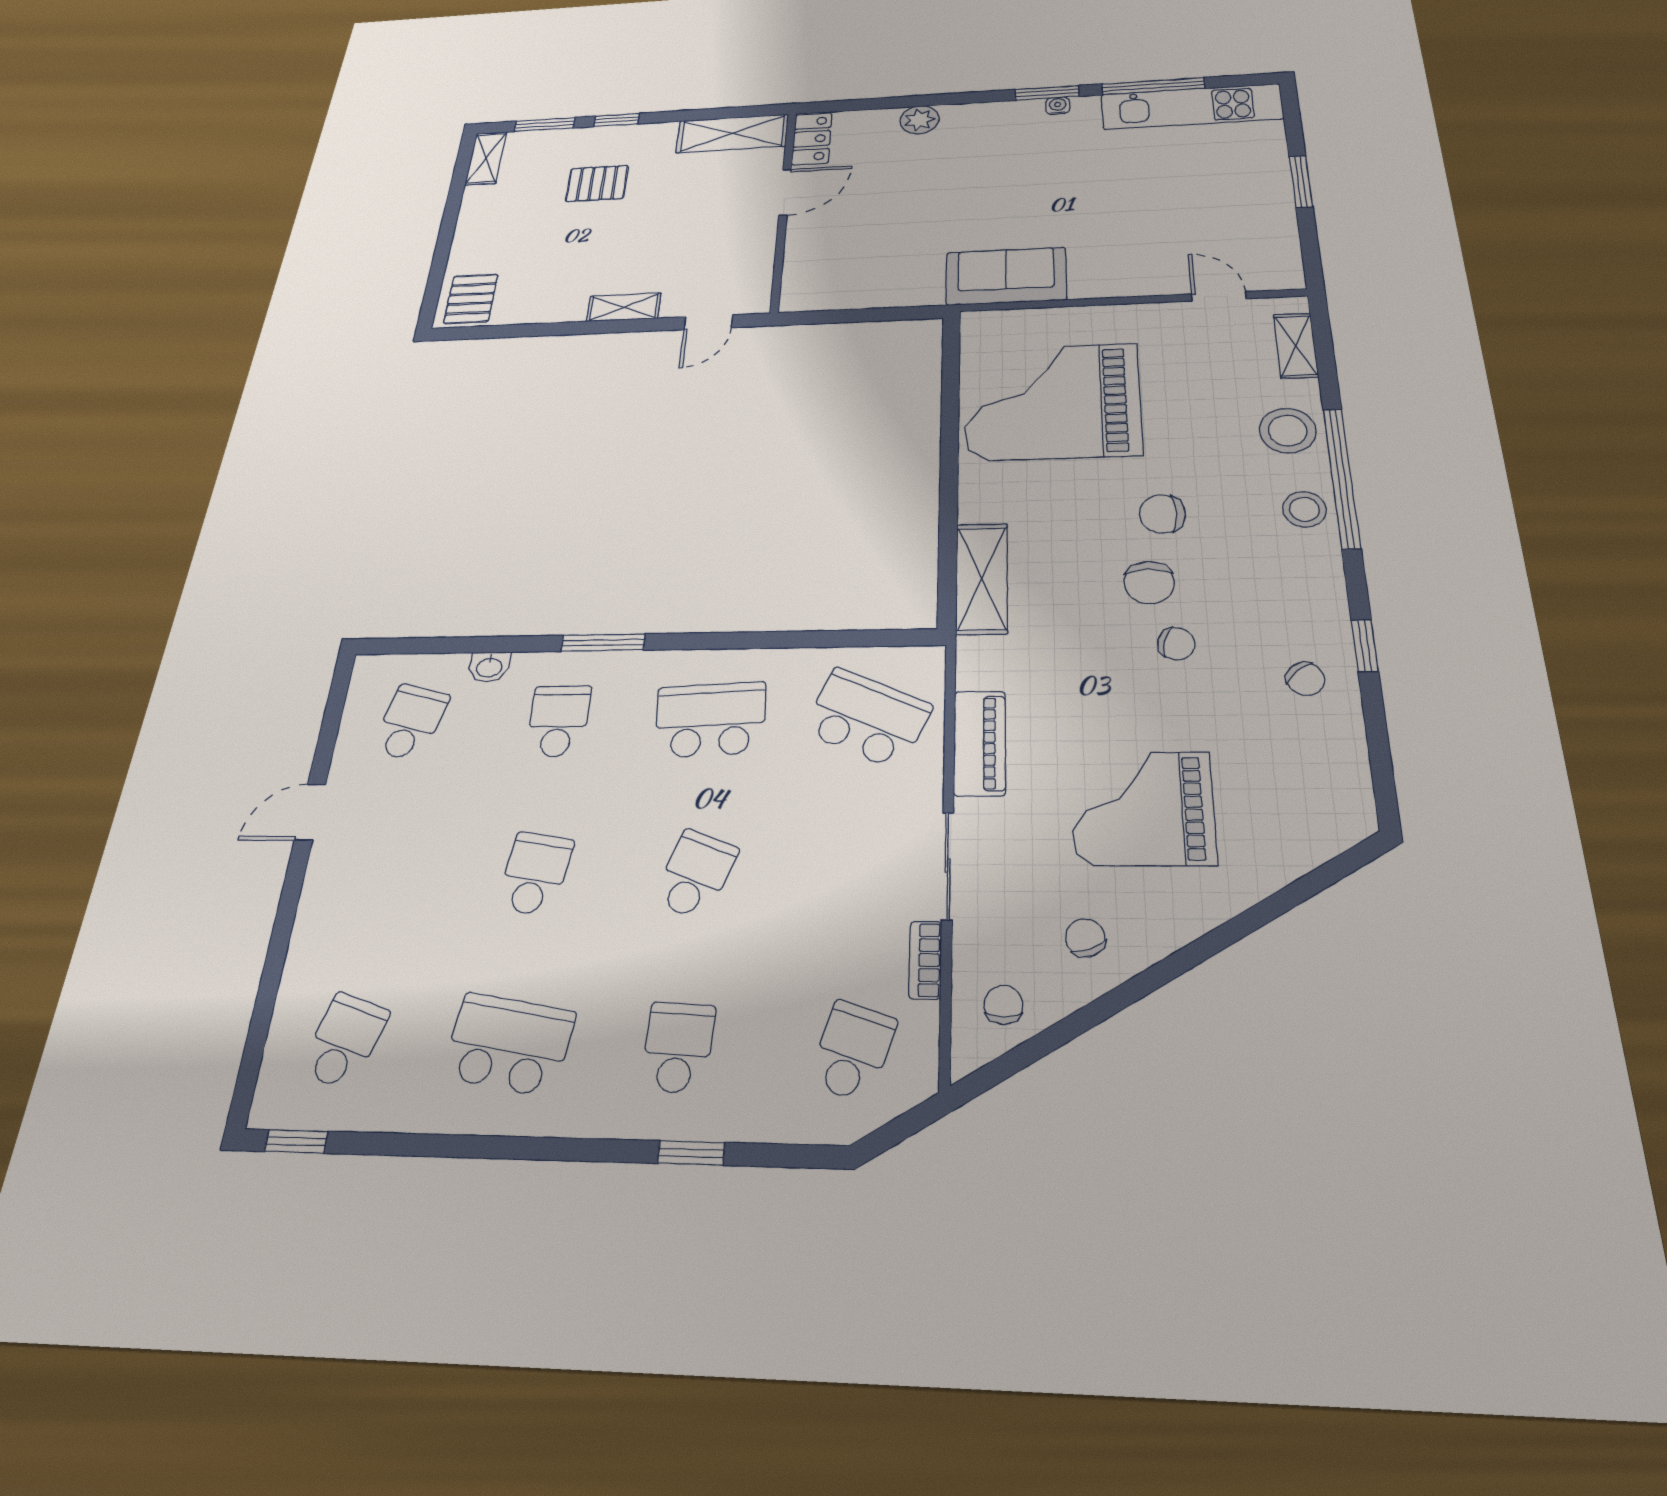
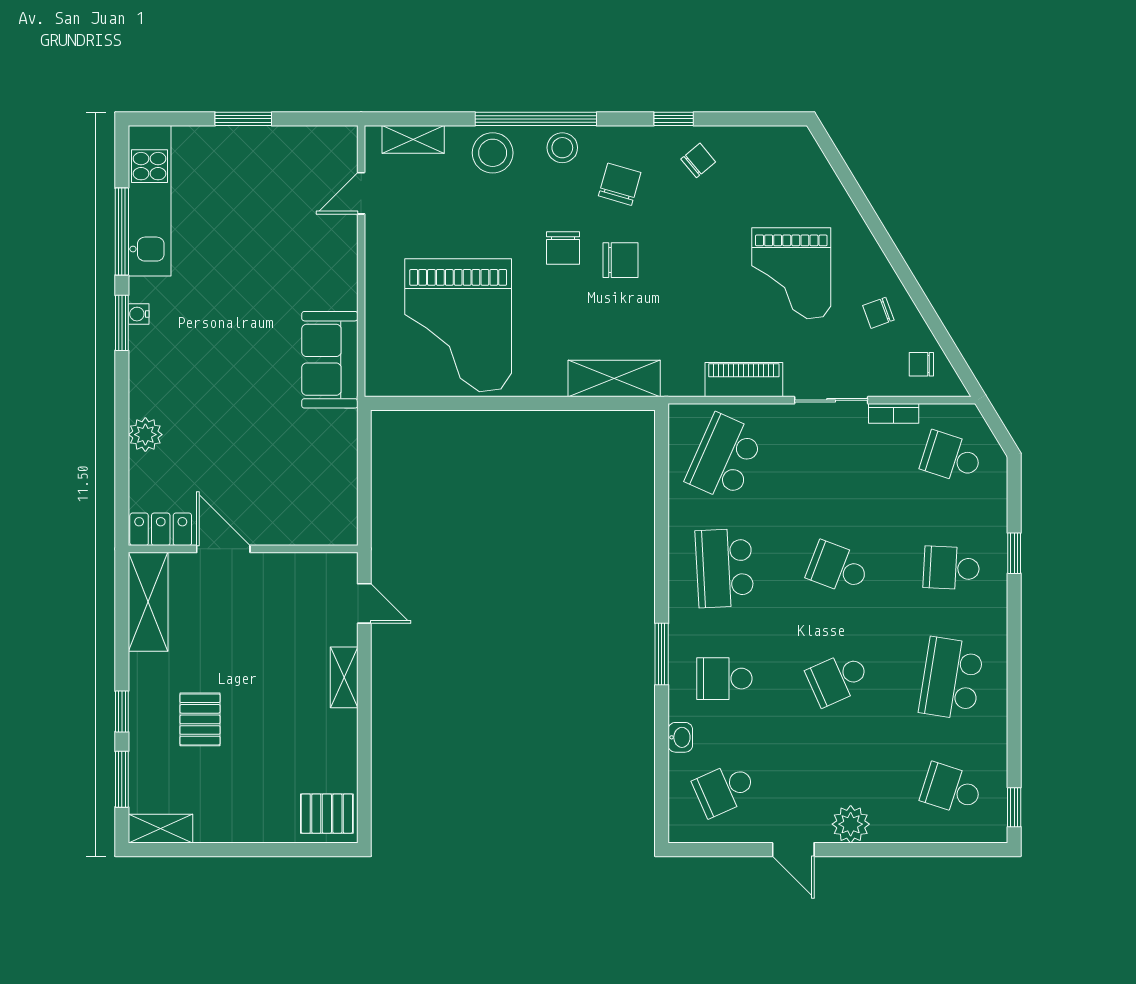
chair: (1176, 644) -> (620, 184), moved, width x1.37, depth x1.37
school desk: (410, 722) -> (724, 789), turned -39
school desk: (535, 874) -> (838, 679), turned -33
plant: (327, 891) -> (851, 824), added

